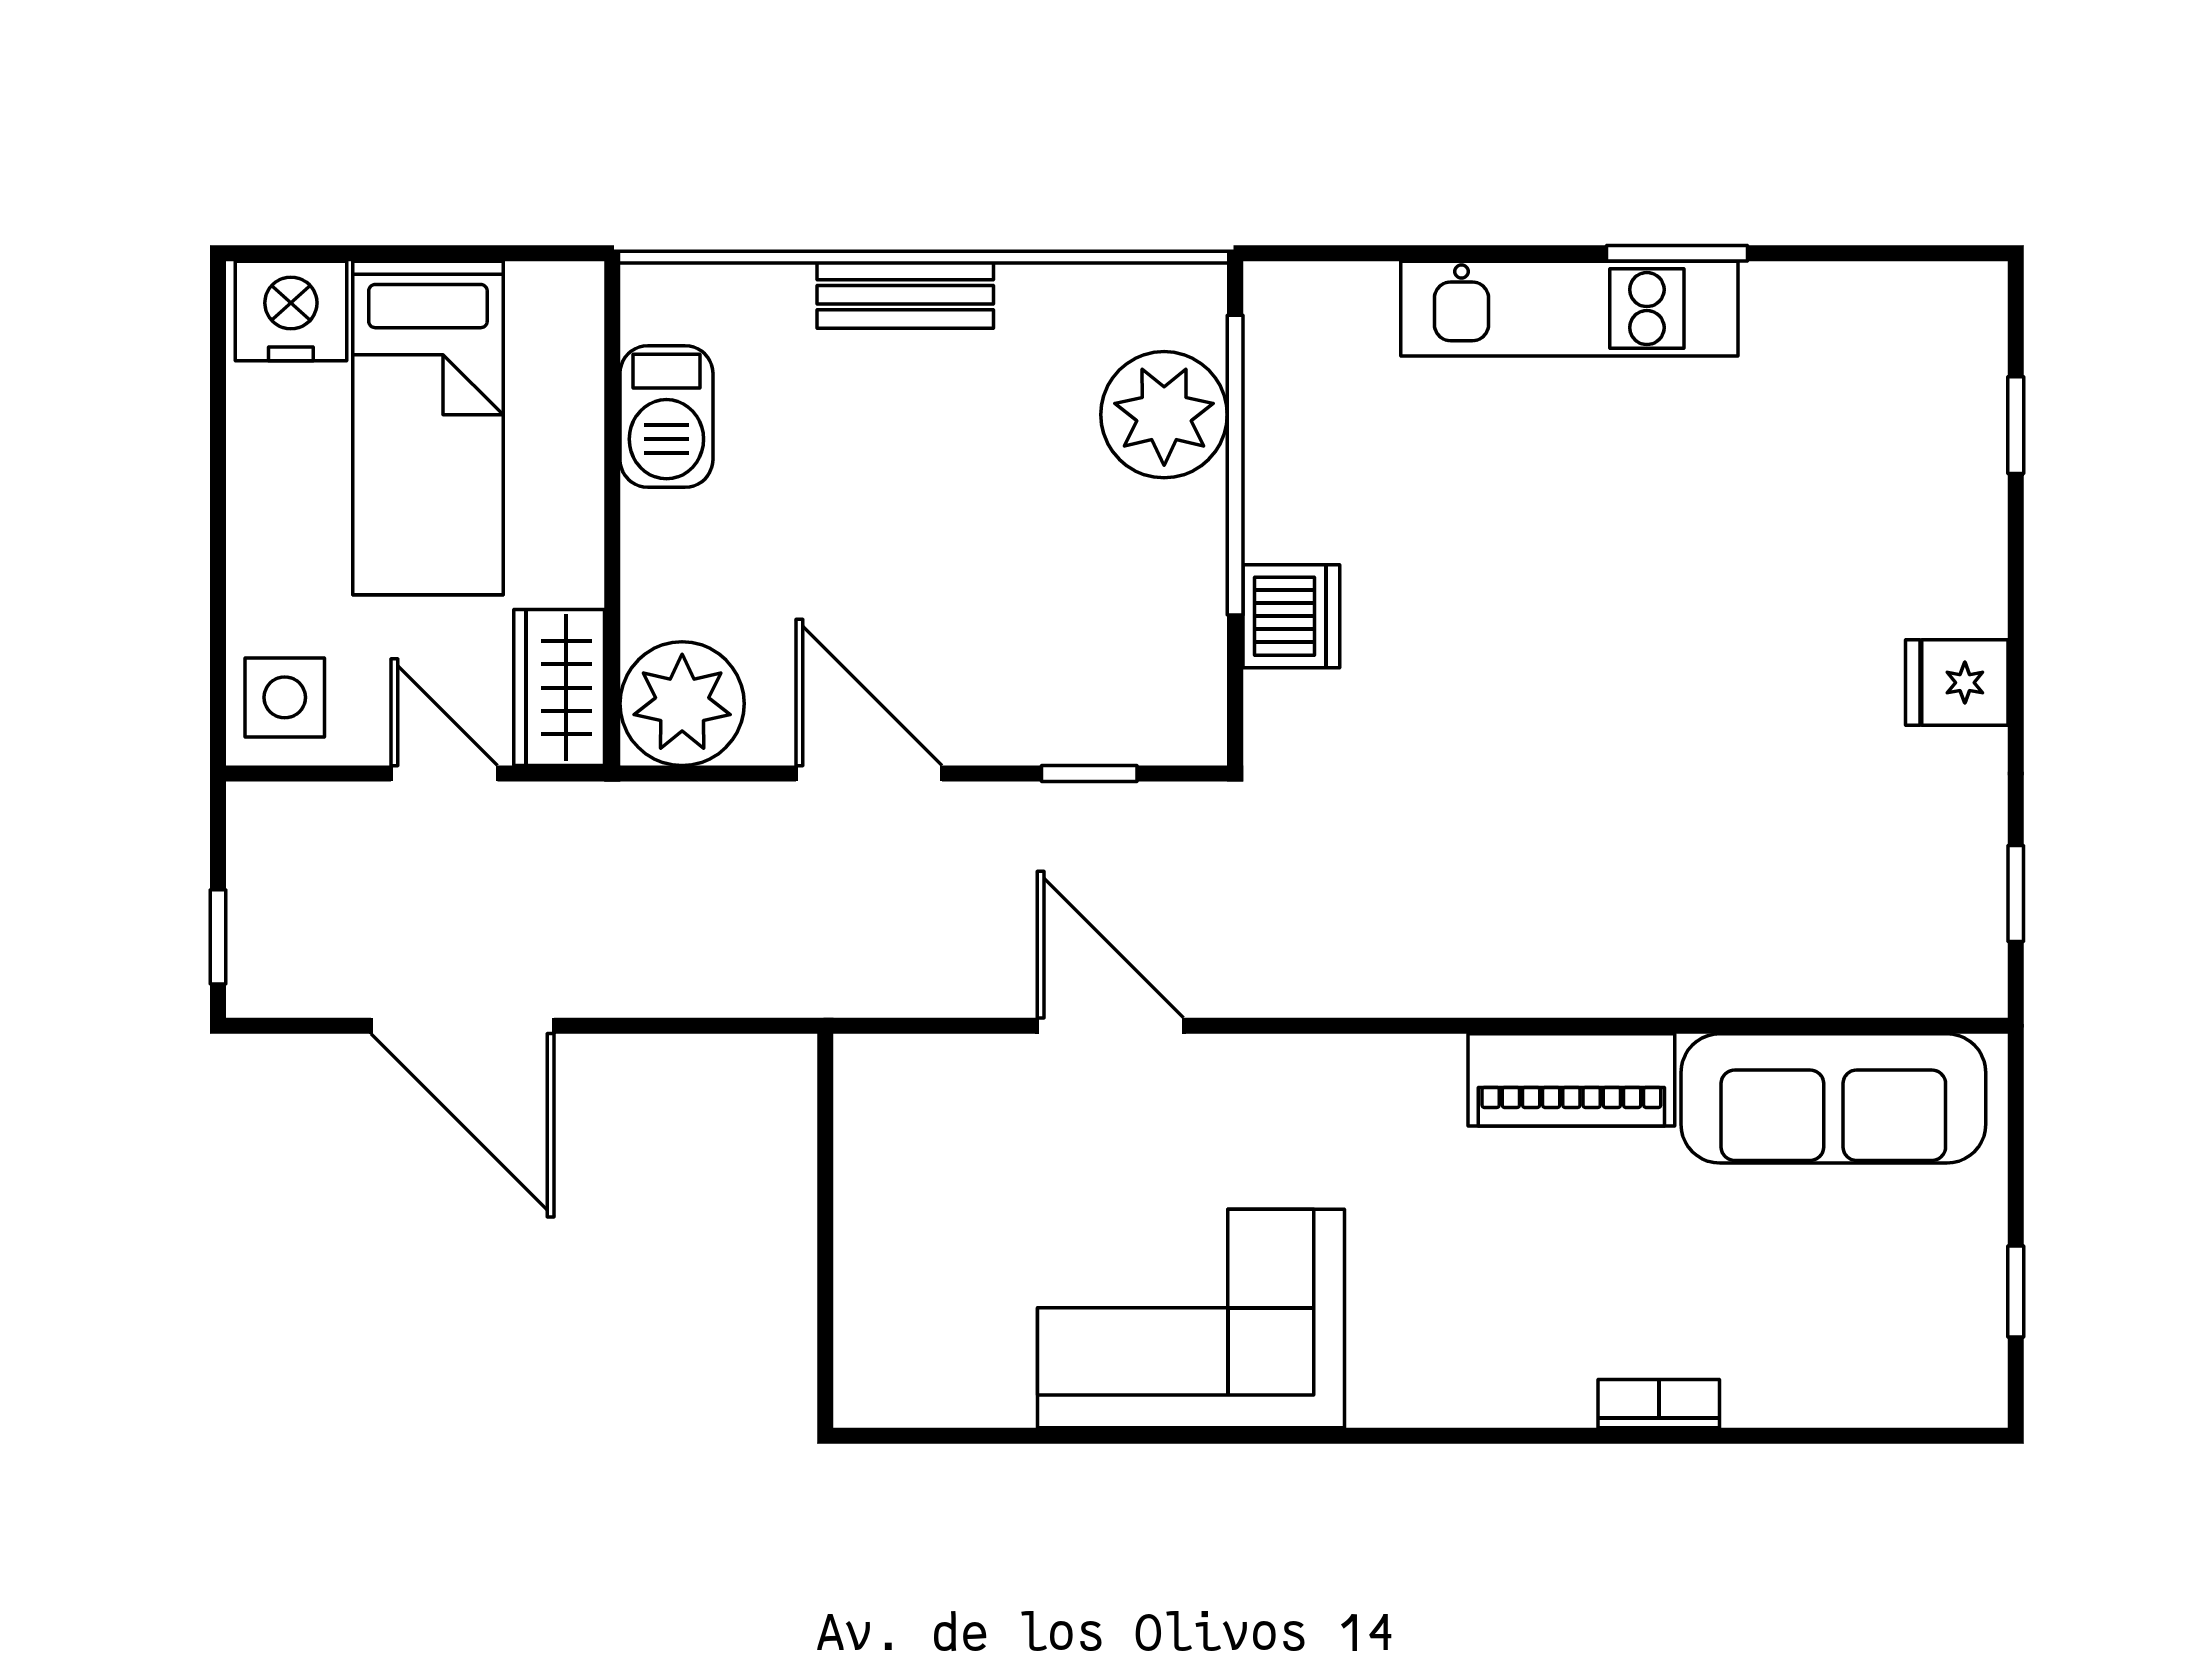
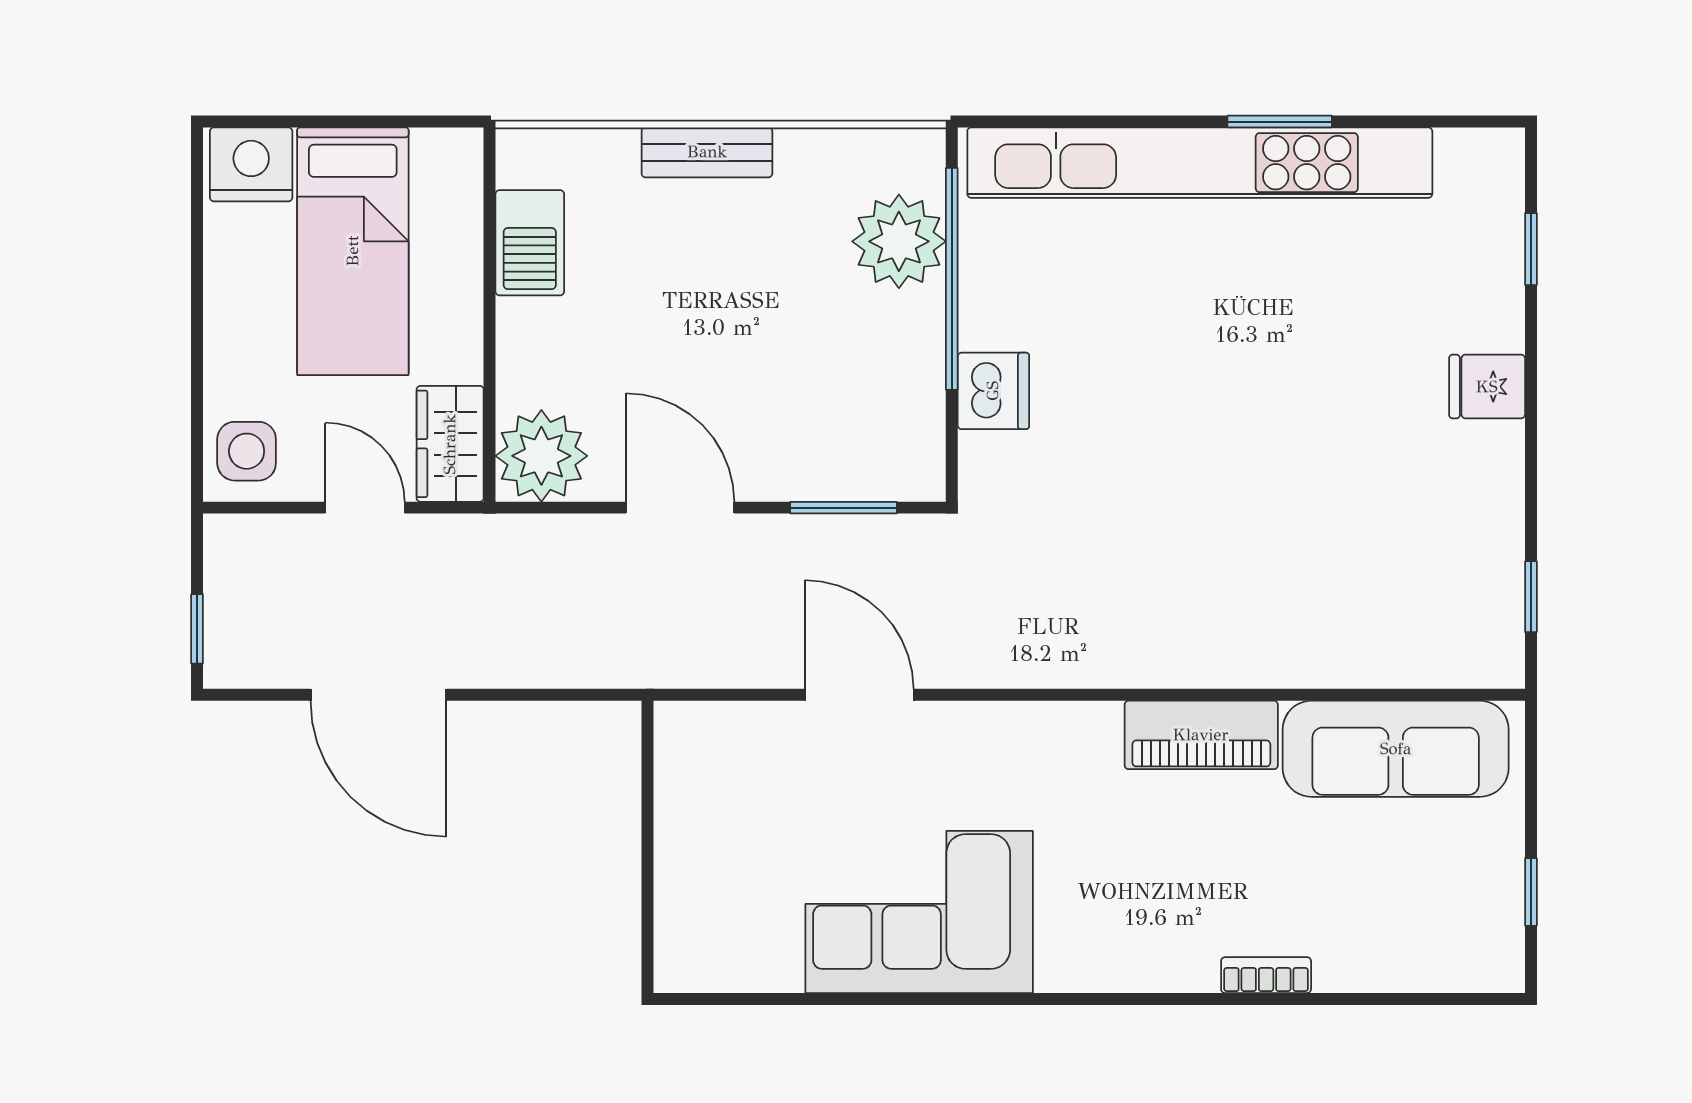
kitchen unit: (1569, 309) -> (1200, 163), width x1.86
fridge: (1957, 683) -> (1487, 387), moved
window: (1089, 774) -> (844, 508), width x1.50

